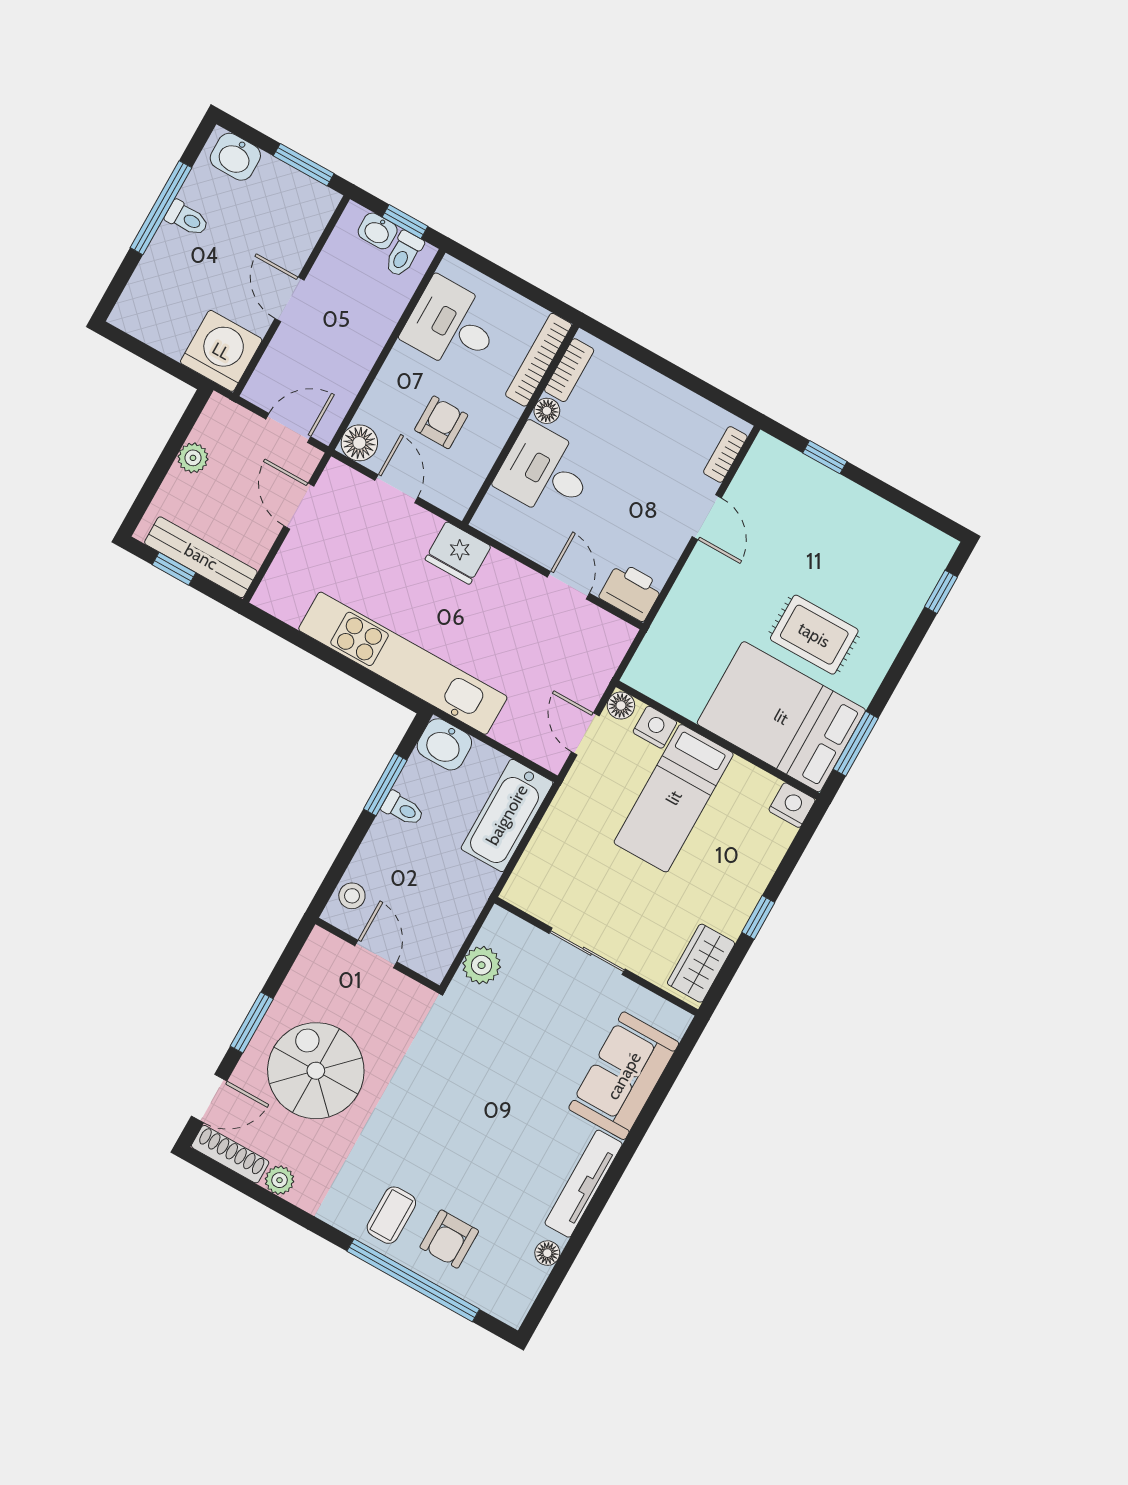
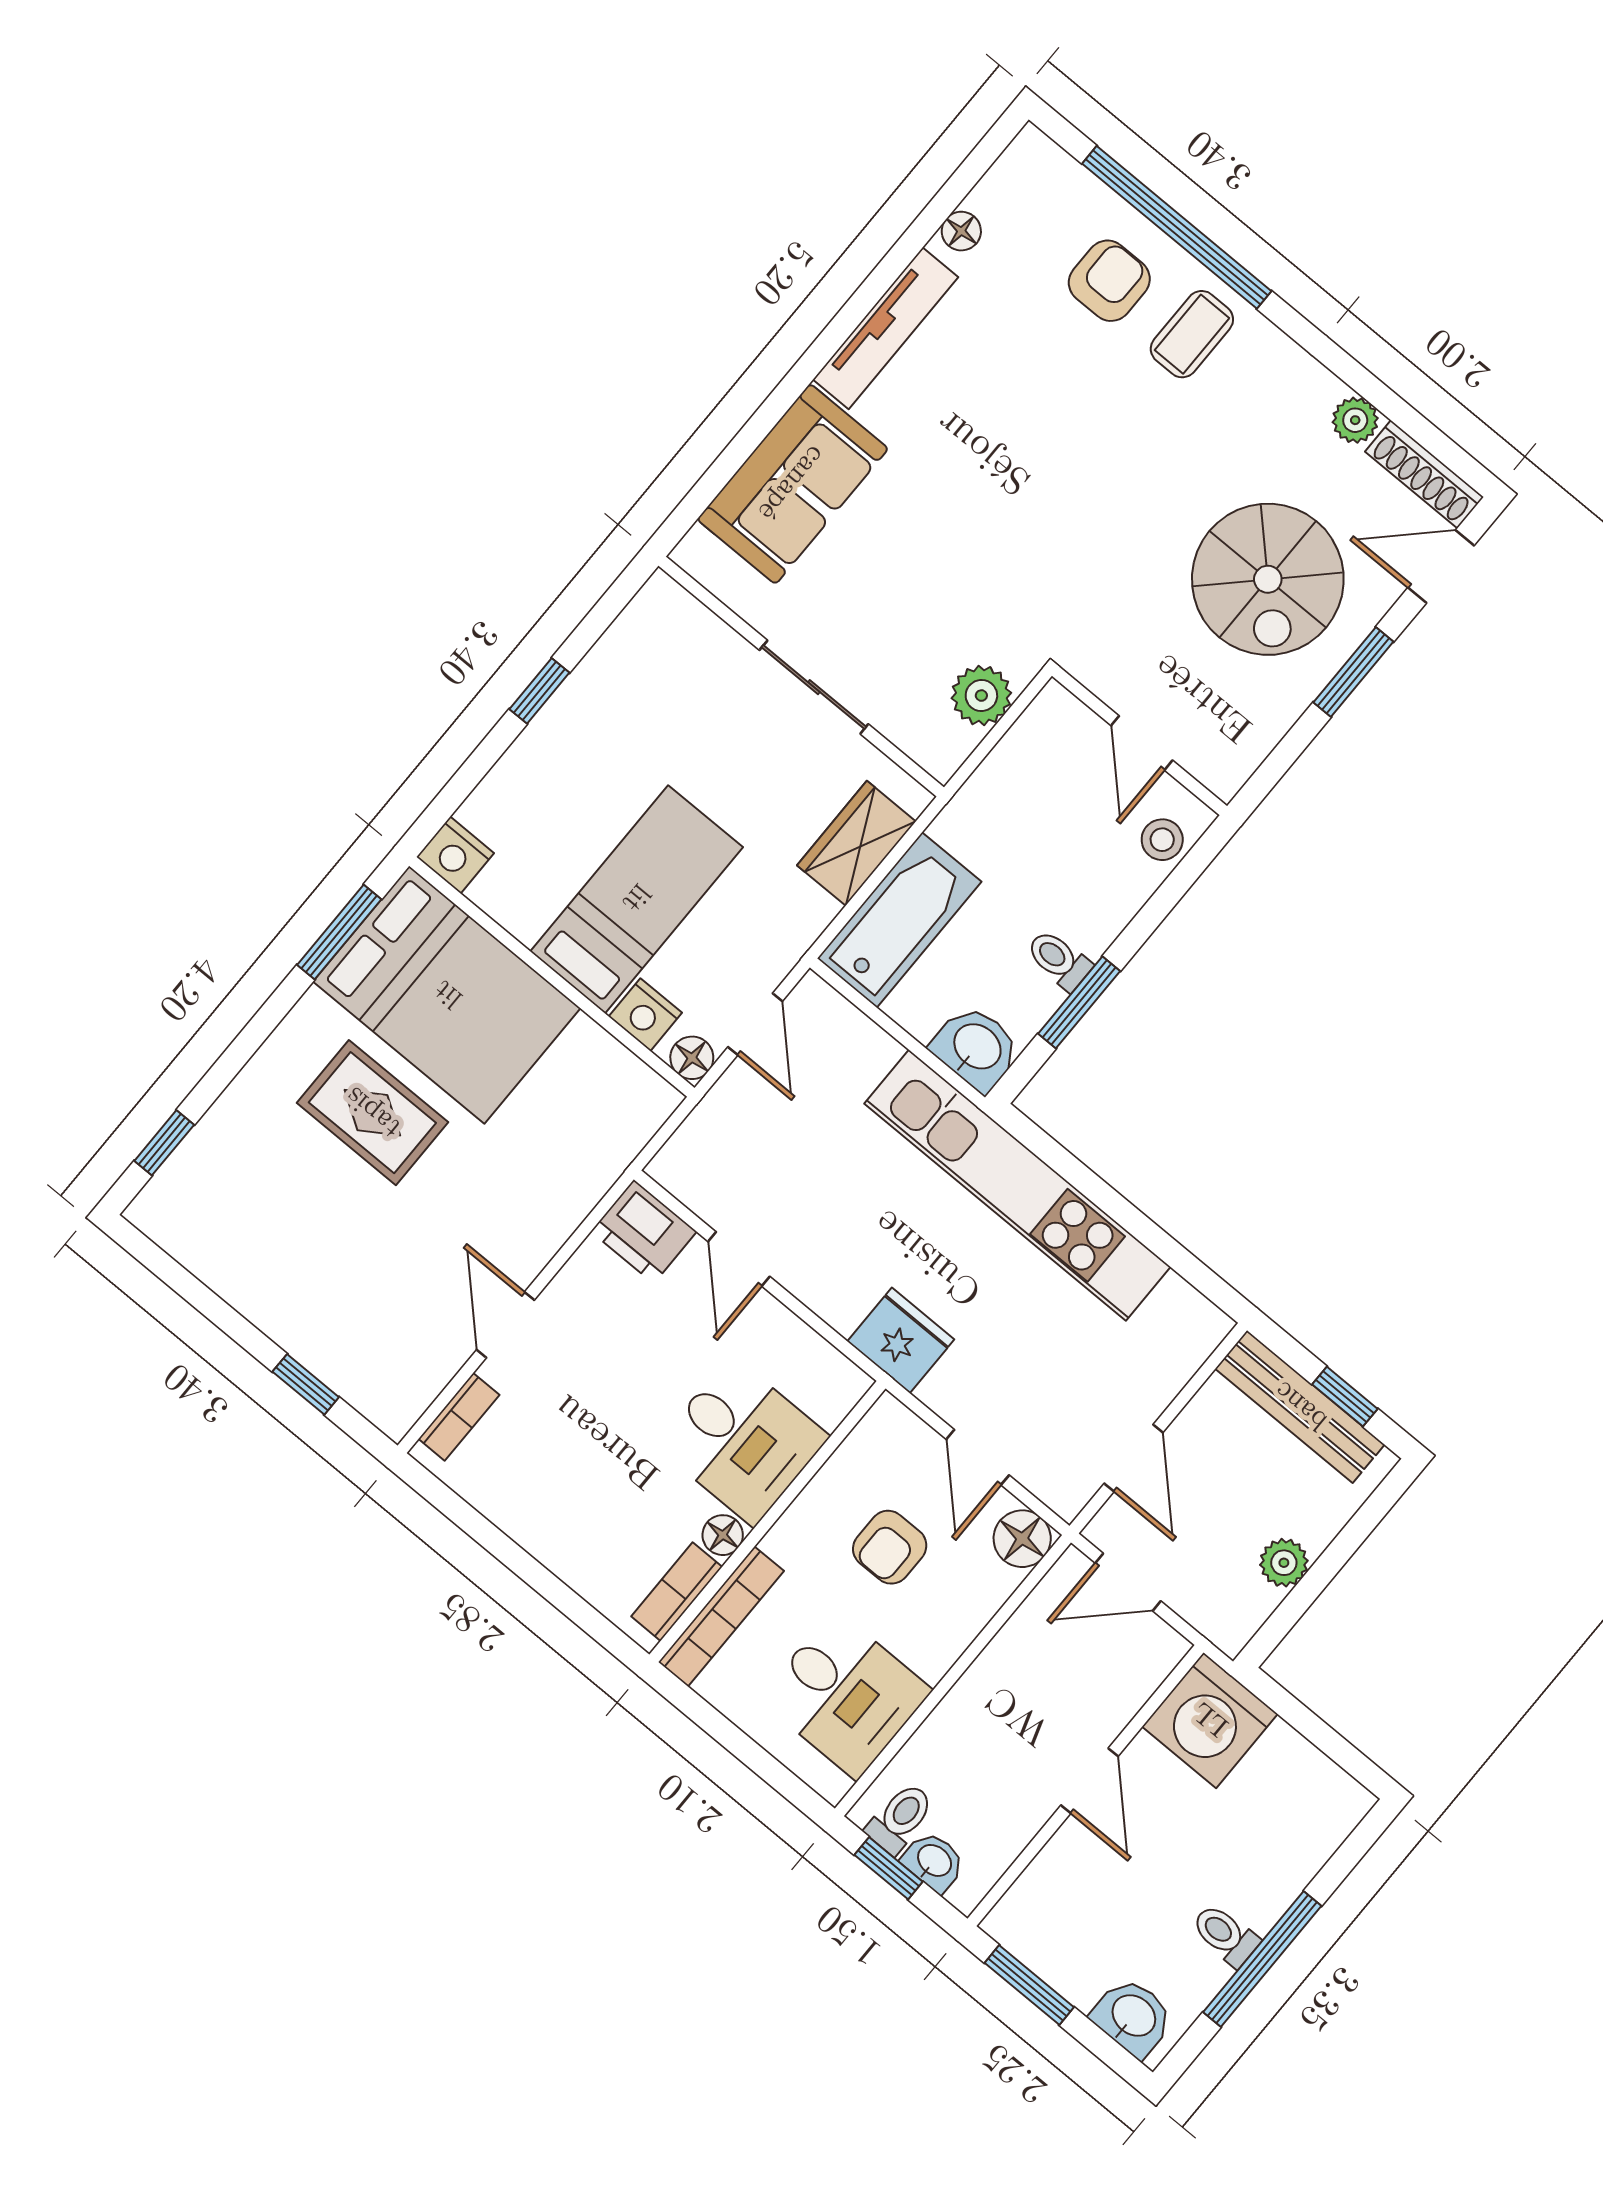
wardrobe: (701, 963) -> (856, 843), moved, turned 180

